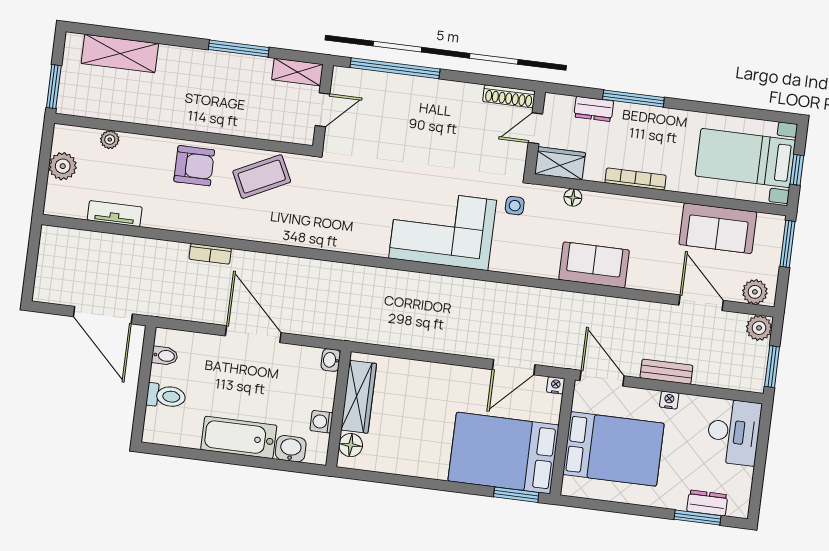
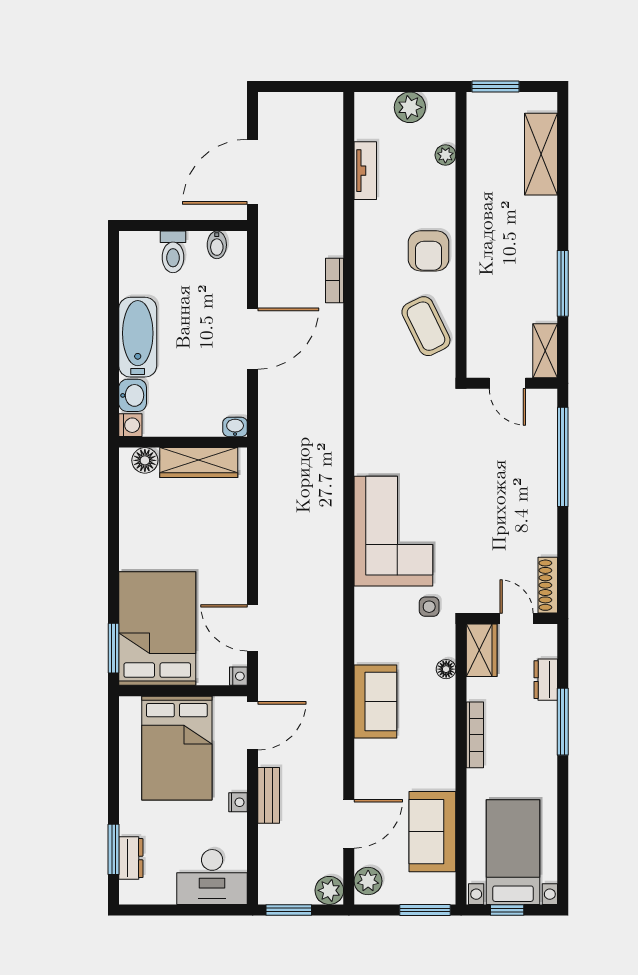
washing machine: (321, 422) -> (130, 425), moved, turned 90

